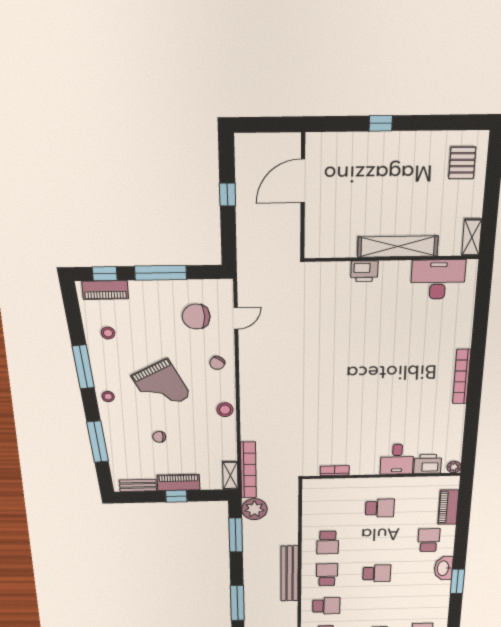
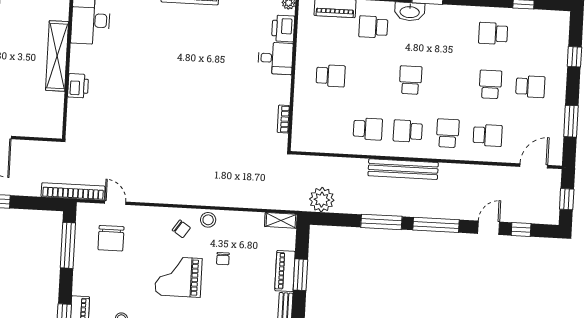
window: (161, 273) -> (68, 245), moved
chair: (217, 363) -> (181, 229), moved
grand piano: (161, 386) -> (178, 277), turned -153
chair: (159, 437) -> (223, 259), moved
bookcase: (248, 470) -> (73, 191), moved
window: (176, 496) -> (300, 275), width x1.50
school desk: (380, 508) -> (331, 76), turned 90
window: (236, 535) -> (381, 222), moved

